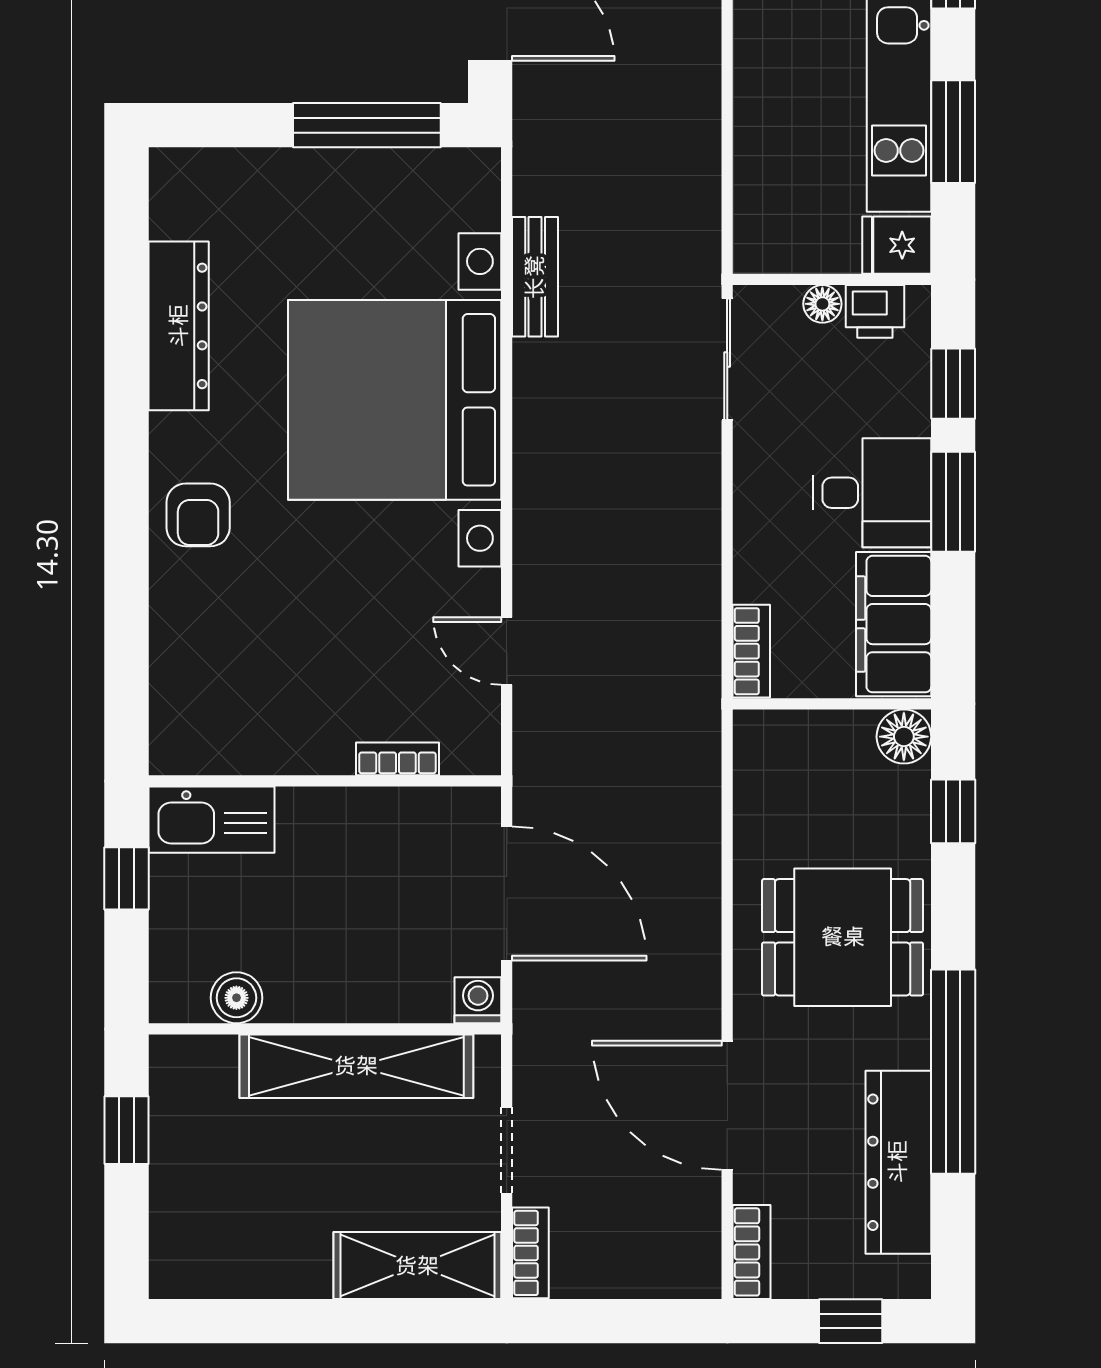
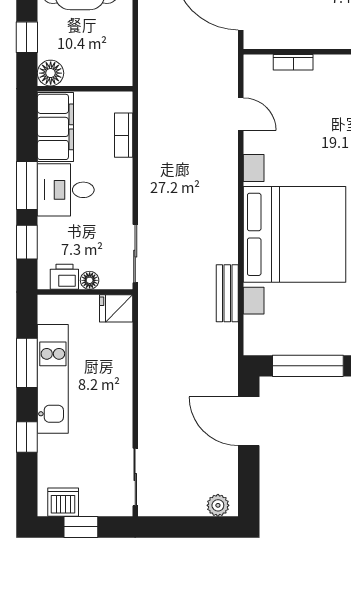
fridge: (897, 245) -> (116, 308), moved, turned 180
bookcase: (751, 651) -> (124, 135), moved

